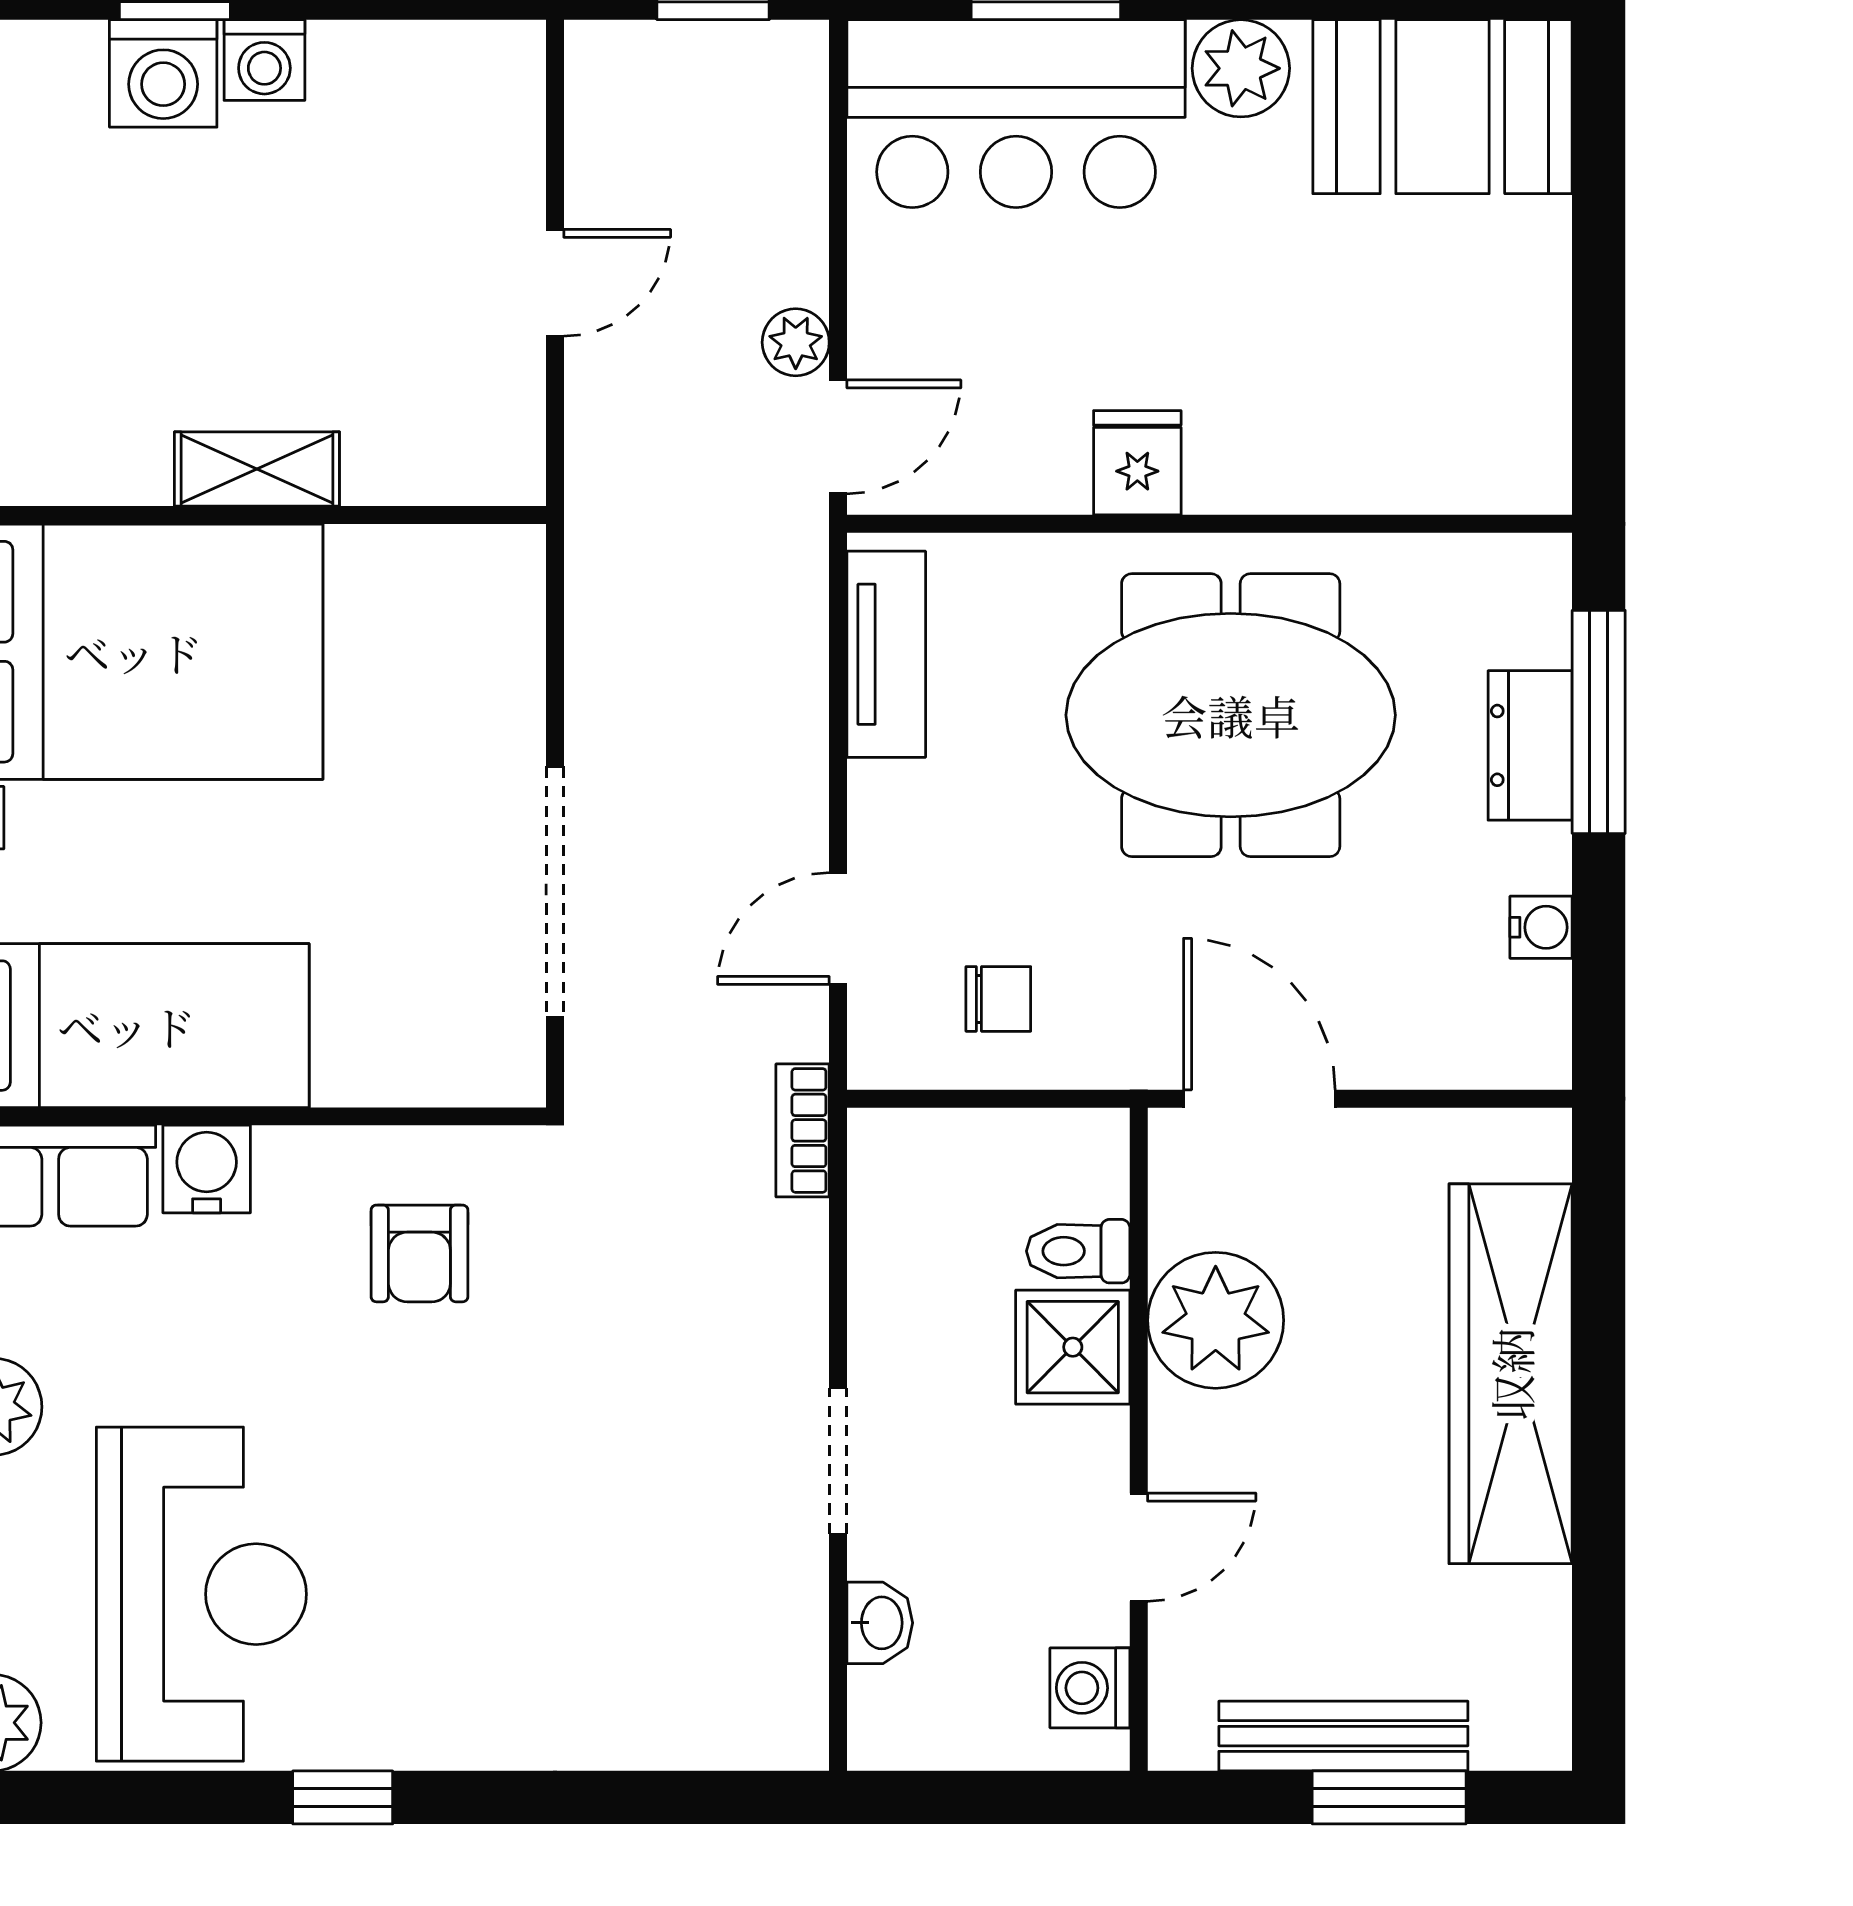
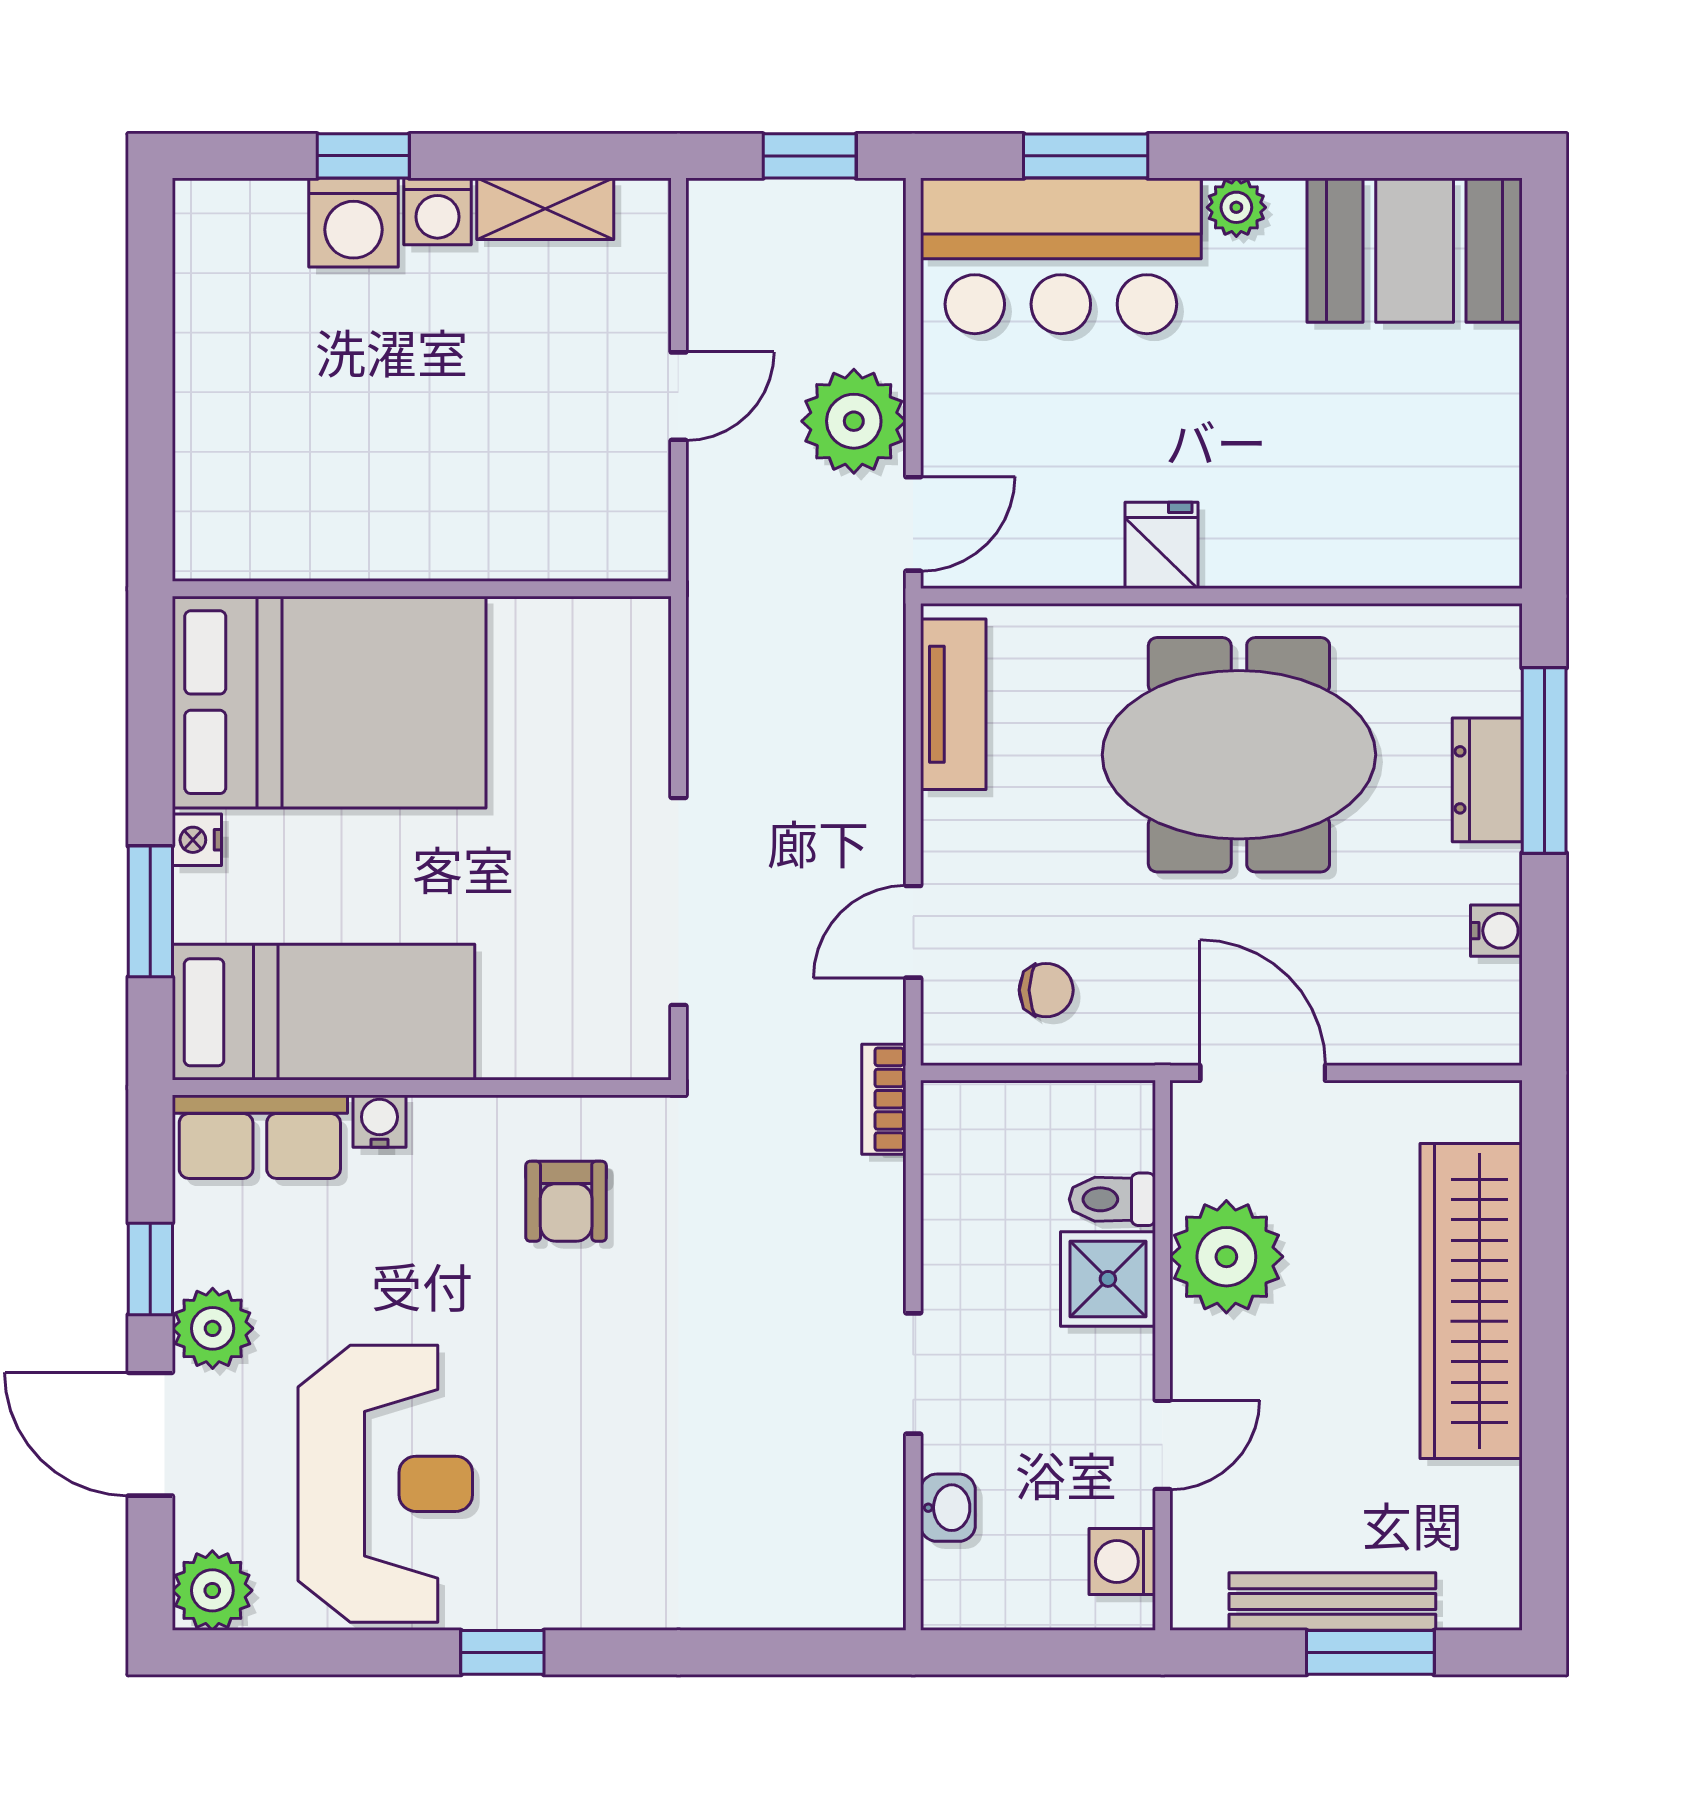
plant: (1241, 68) -> (1236, 207), width x0.73, depth x0.73
plant: (796, 342) -> (854, 421), width x1.88, depth x1.88
shelving: (257, 469) -> (545, 209), moved
water cooler: (207, 1169) -> (379, 1121), width x0.72, depth x0.72

